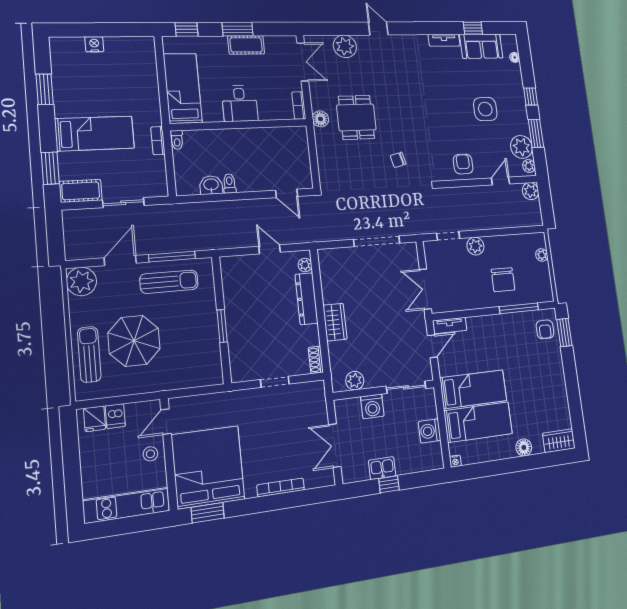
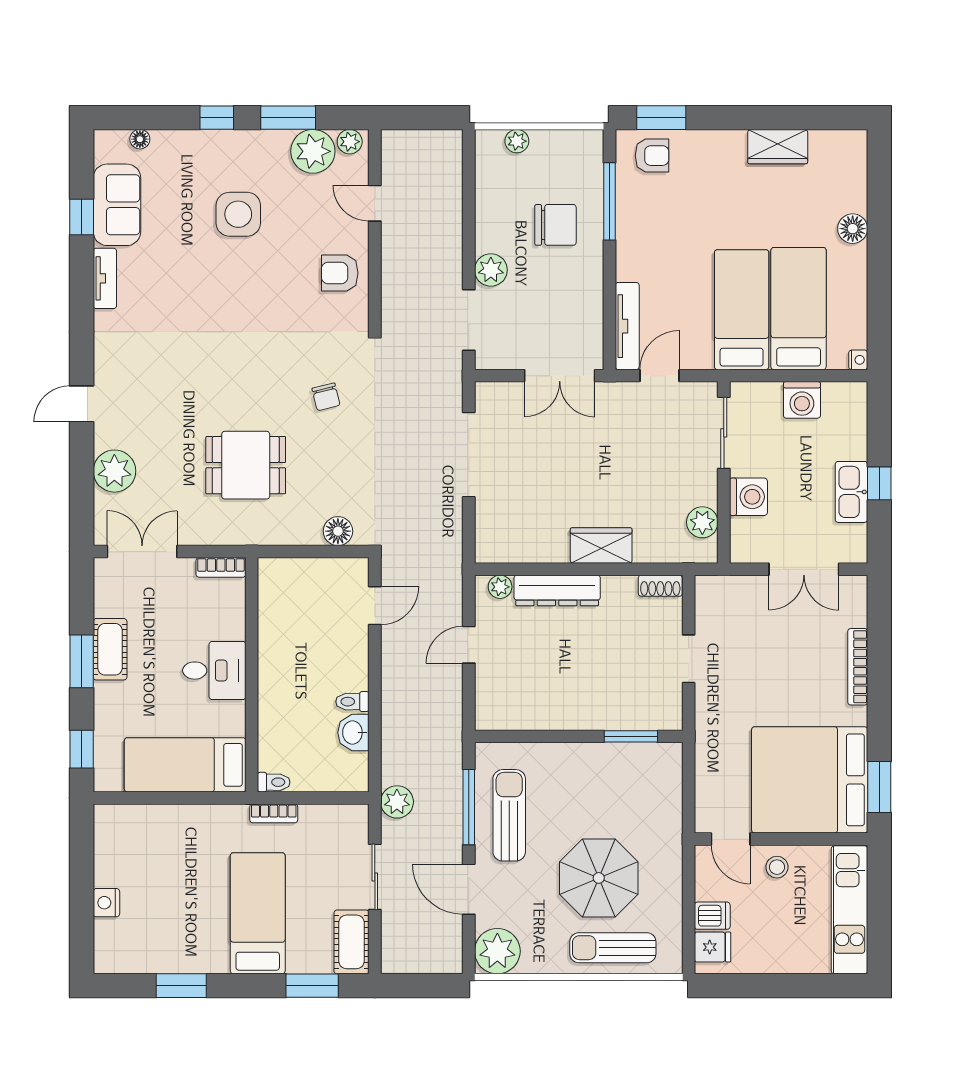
floor lamp: (320, 119) -> (338, 531), moved
plant: (530, 191) -> (397, 802), moved
doorway: (448, 236) -> (469, 320), width x1.38
window: (222, 326) -> (631, 736), moved
tv unit: (450, 326) -> (627, 326), width x1.41
door: (432, 346) -> (660, 376), hinge flipped
wardrobe: (559, 441) -> (778, 147), moved, turned -90
kitchen sink: (382, 468) -> (851, 492), width x1.38

